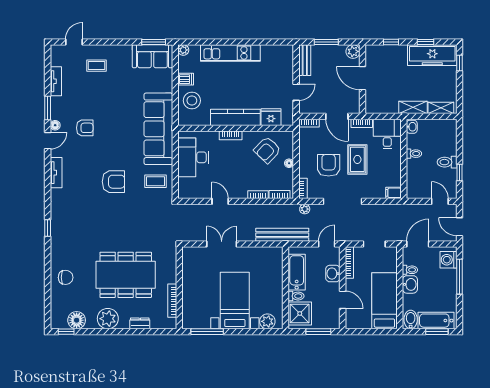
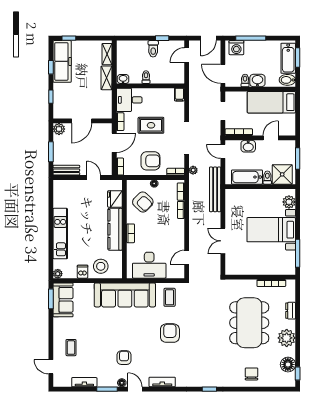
armchair: (329, 165) -> (150, 161), moved, turned 180
door: (220, 201) -> (187, 257), moved

